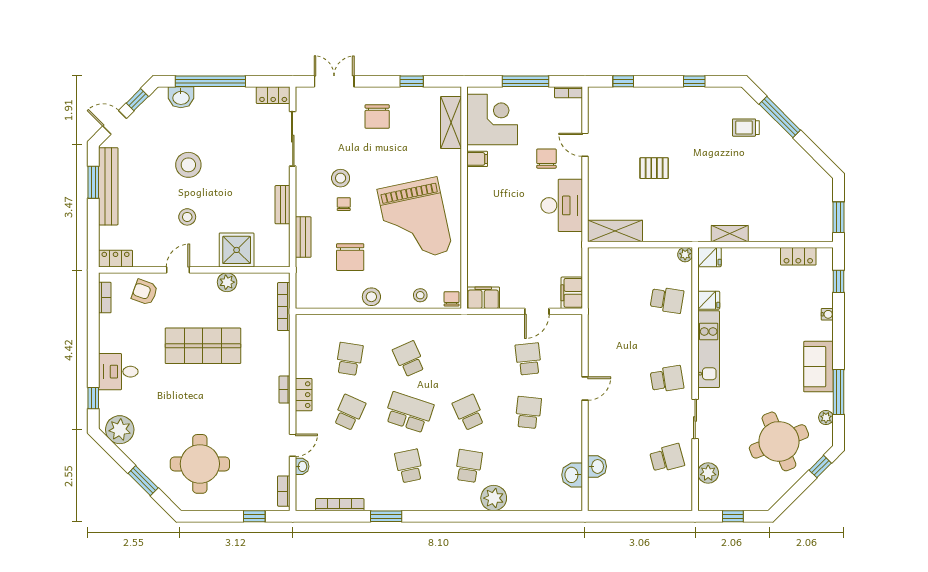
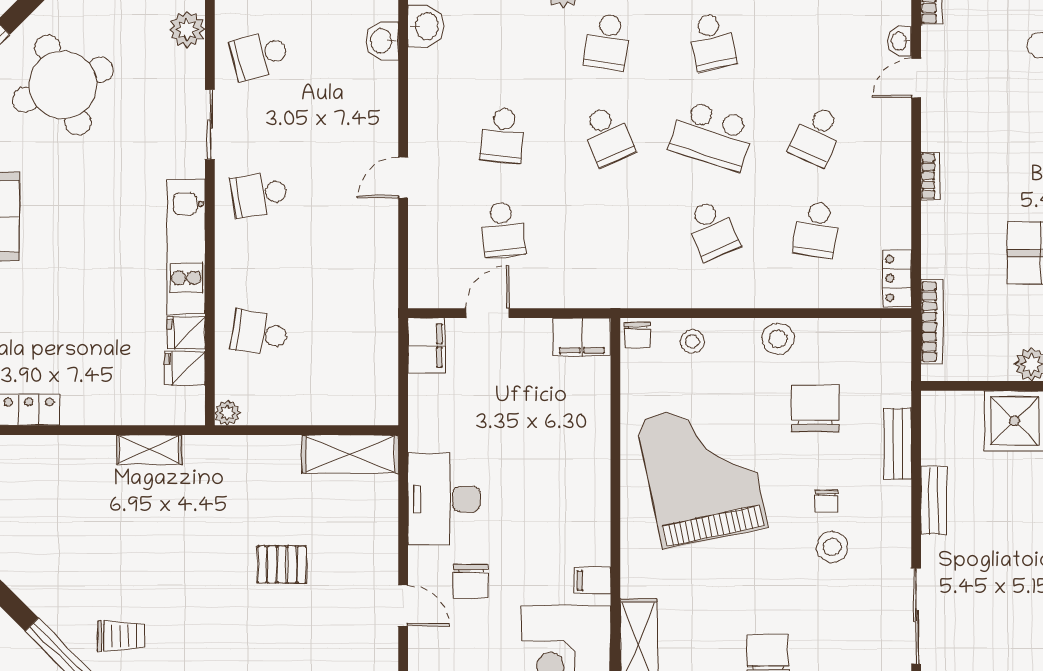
fridge: (709, 257) -> (185, 368), moved
locker: (304, 395) -> (897, 278), moved

